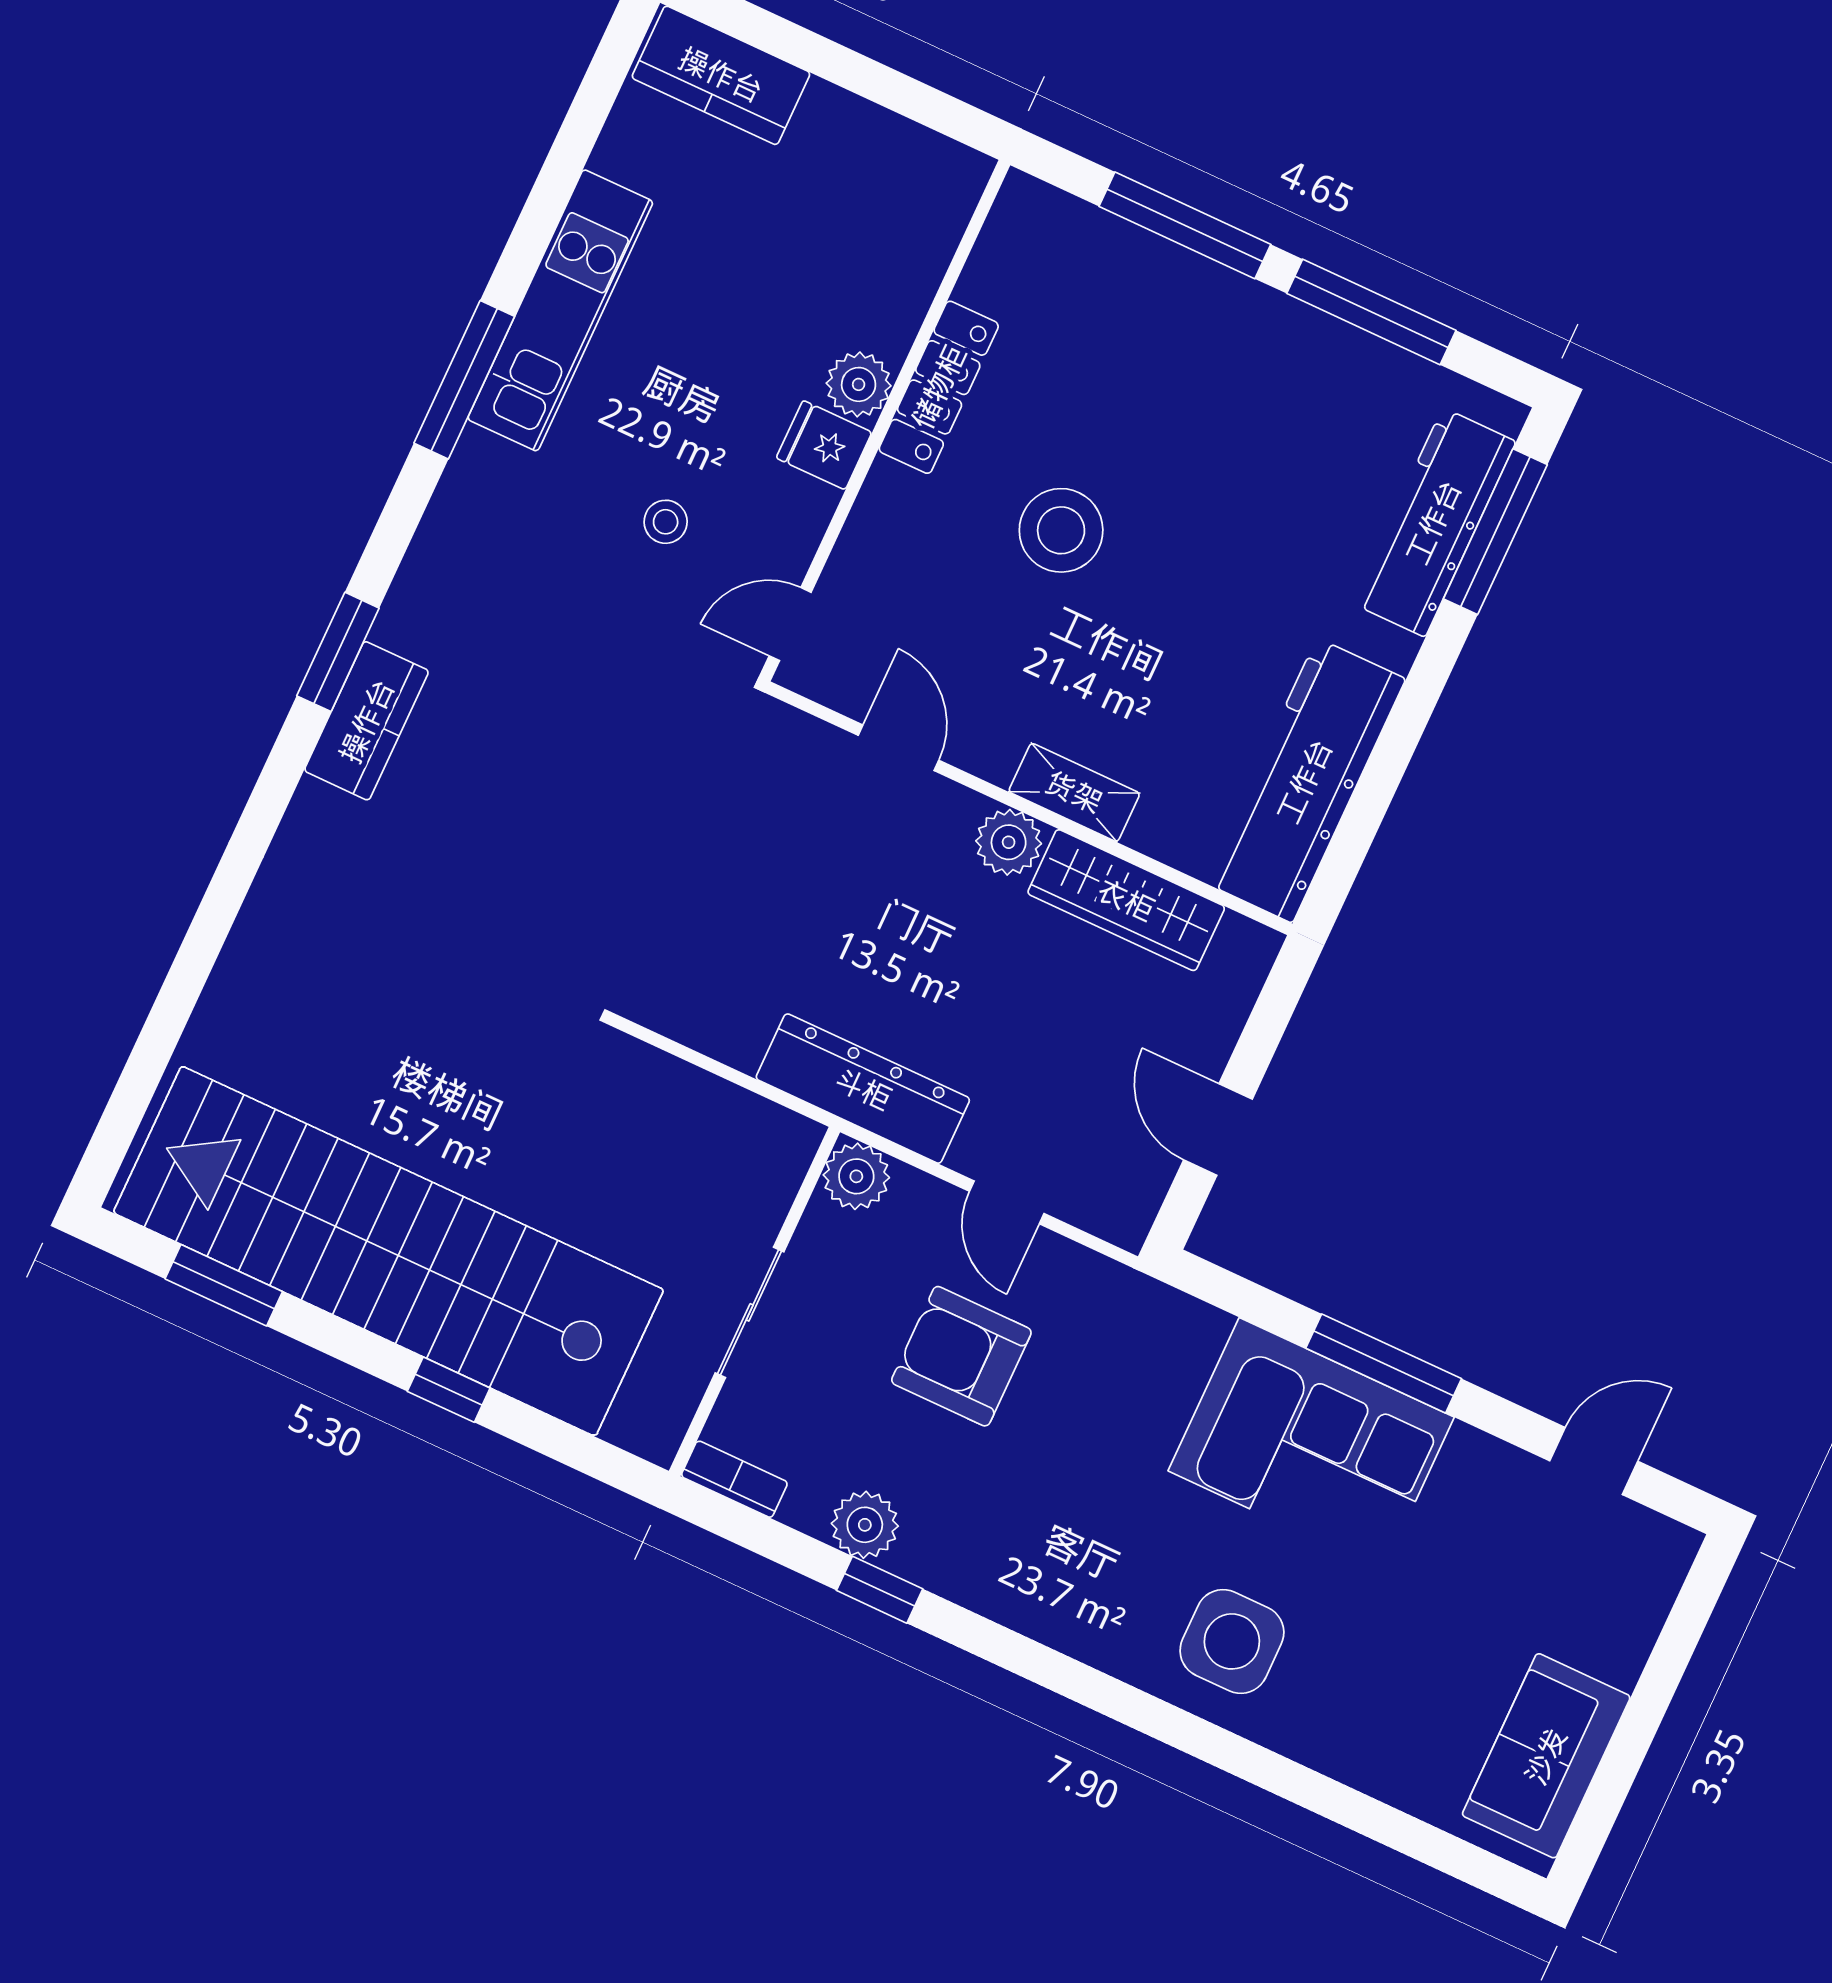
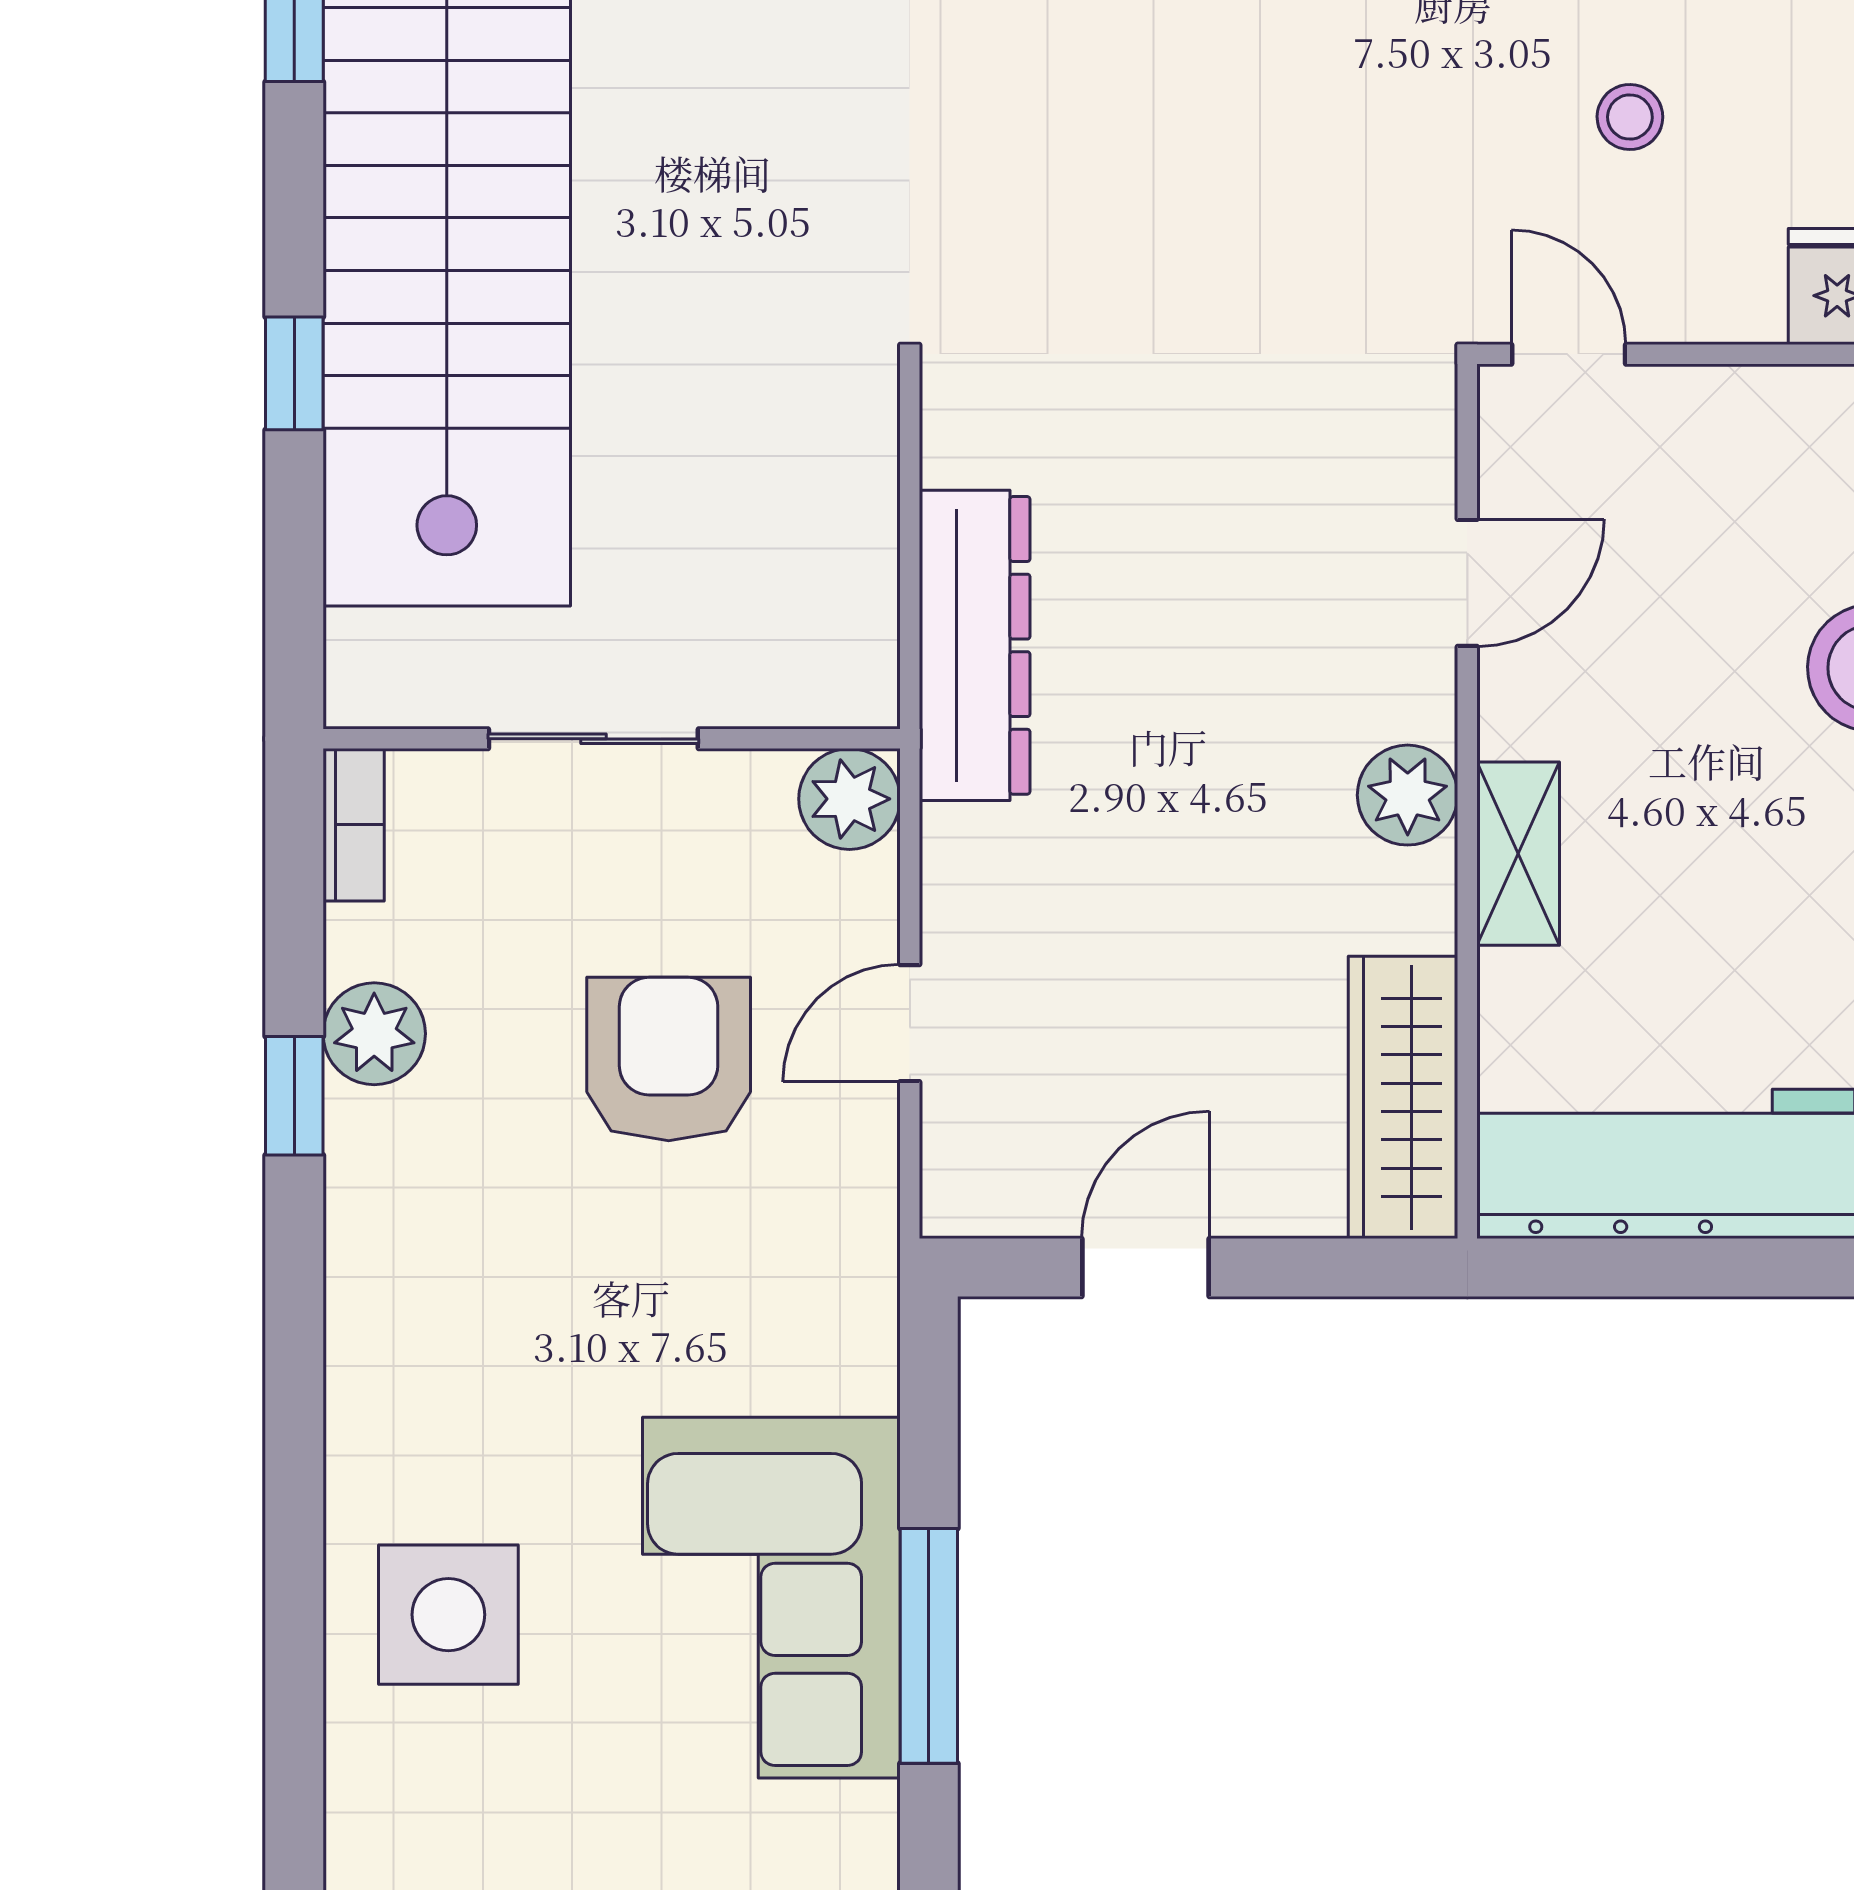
wardrobe: (1126, 900) -> (1403, 1097), moved
dresser: (863, 1089) -> (975, 645), moved

